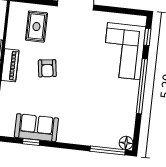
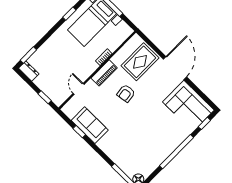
rug: (36, 27) -> (140, 62), width x1.36, depth x1.43
corner sofa: (124, 51) -> (188, 106), moved, turned -90

